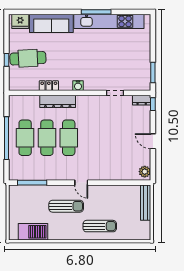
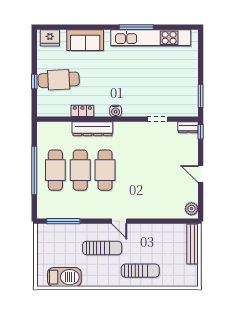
sofa: (51, 23) -> (85, 40), width x0.73

